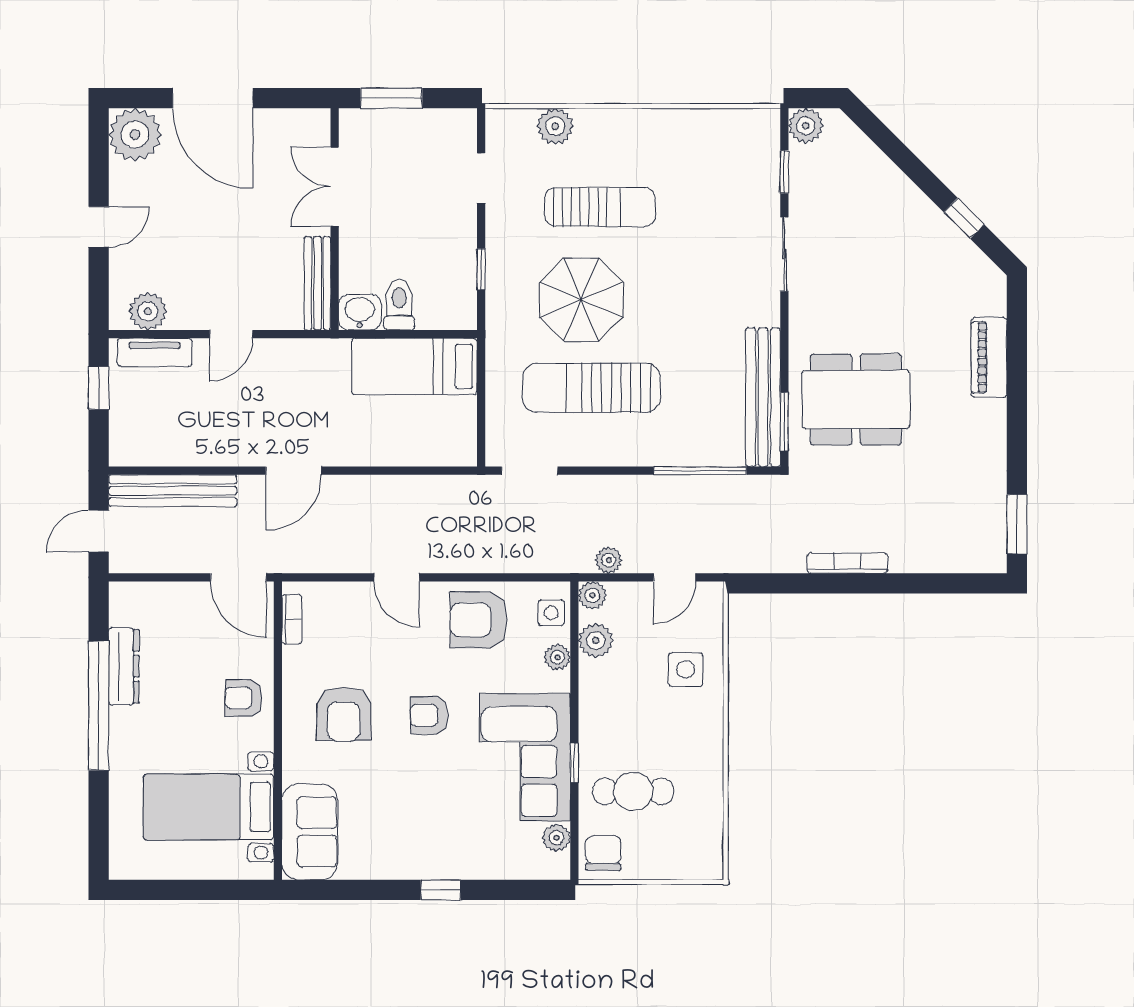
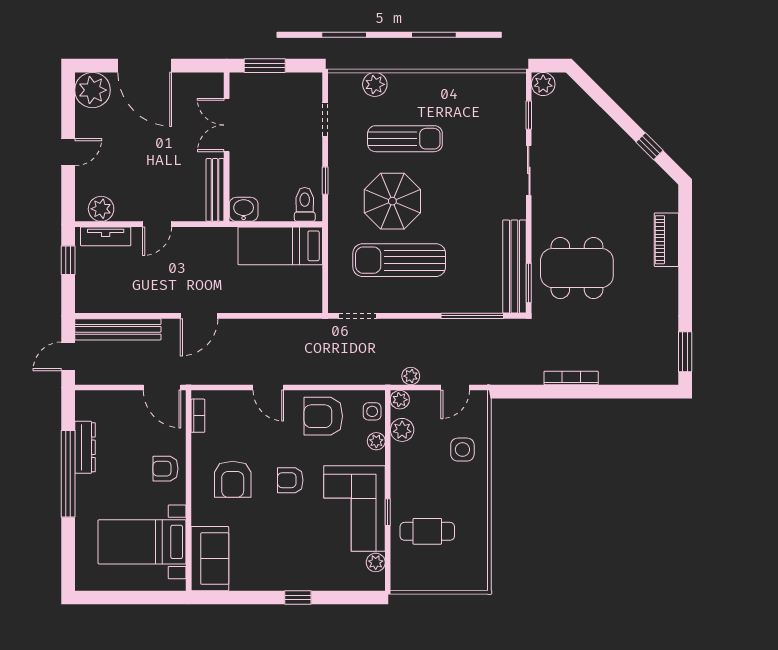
toilet: (399, 305) -> (305, 204), moved
chair: (603, 853) -> (407, 573), removed

